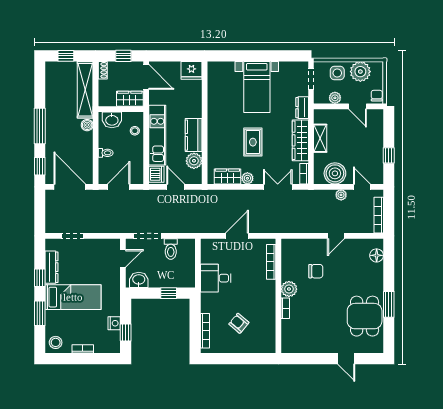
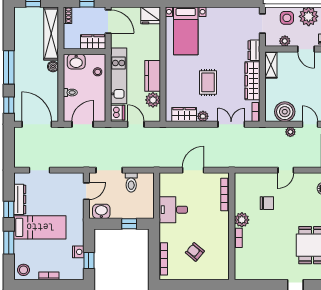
bed with nightstands: (257, 87) -> (186, 31), moved
shelving: (320, 138) -> (271, 65), moved

